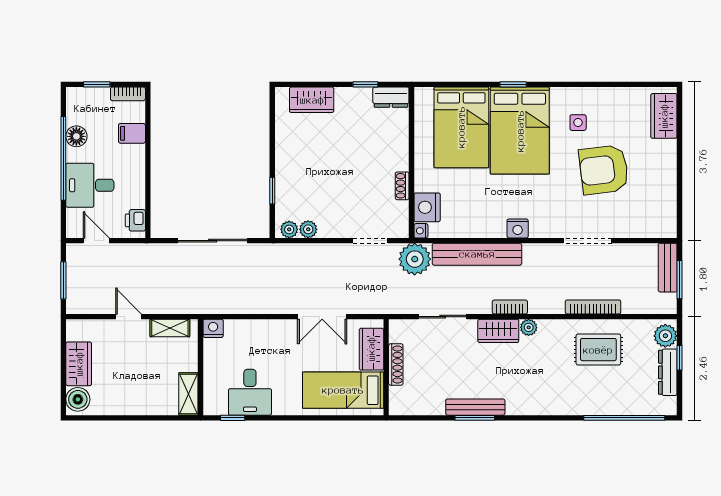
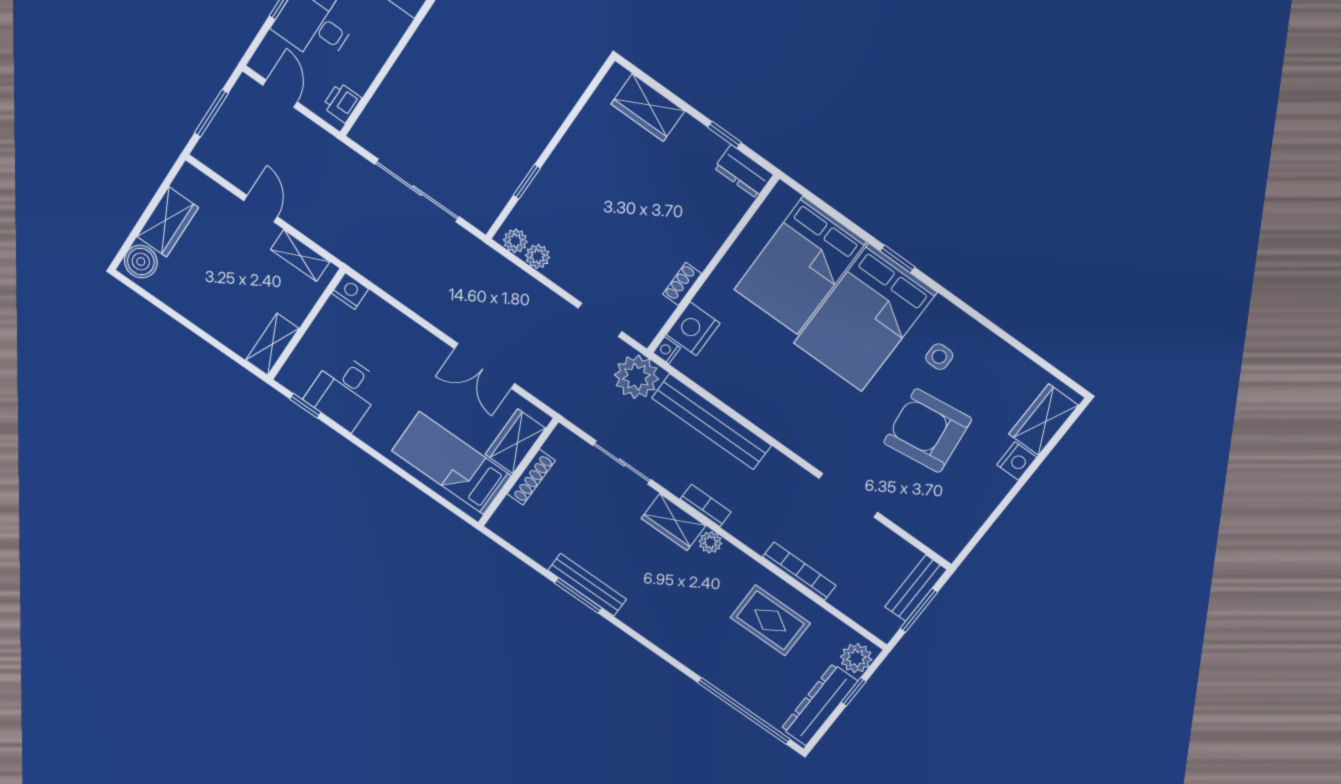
nightstand: (518, 228) -> (1017, 461), moved, turned -90
dresser: (668, 372) -> (819, 705), width x1.37, depth x1.24

